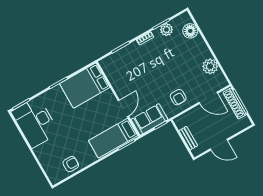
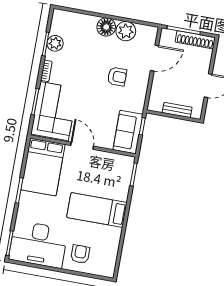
floor lamp: (190, 31) -> (106, 27), moved
corner sofa: (125, 64) -> (54, 111), added
armchair: (178, 97) -> (117, 77), moved
shoe rack: (235, 104) -> (195, 40), moved
door: (123, 108) -> (82, 146), moved
bed: (113, 138) -> (97, 210), moved, turned 90
armchair: (71, 164) -> (80, 254), moved

